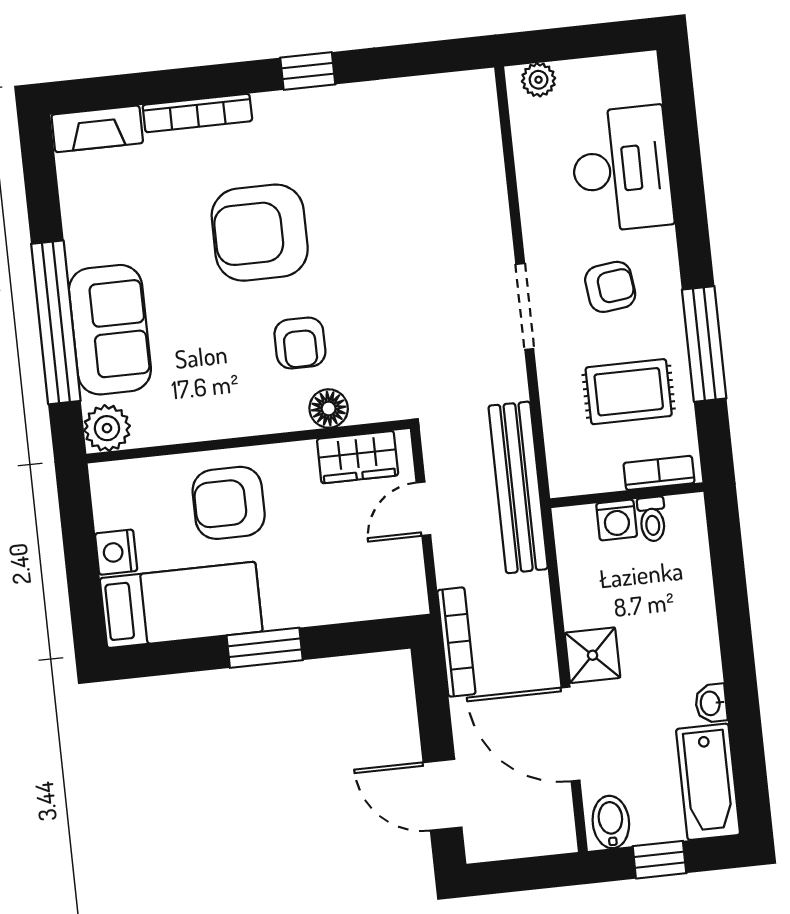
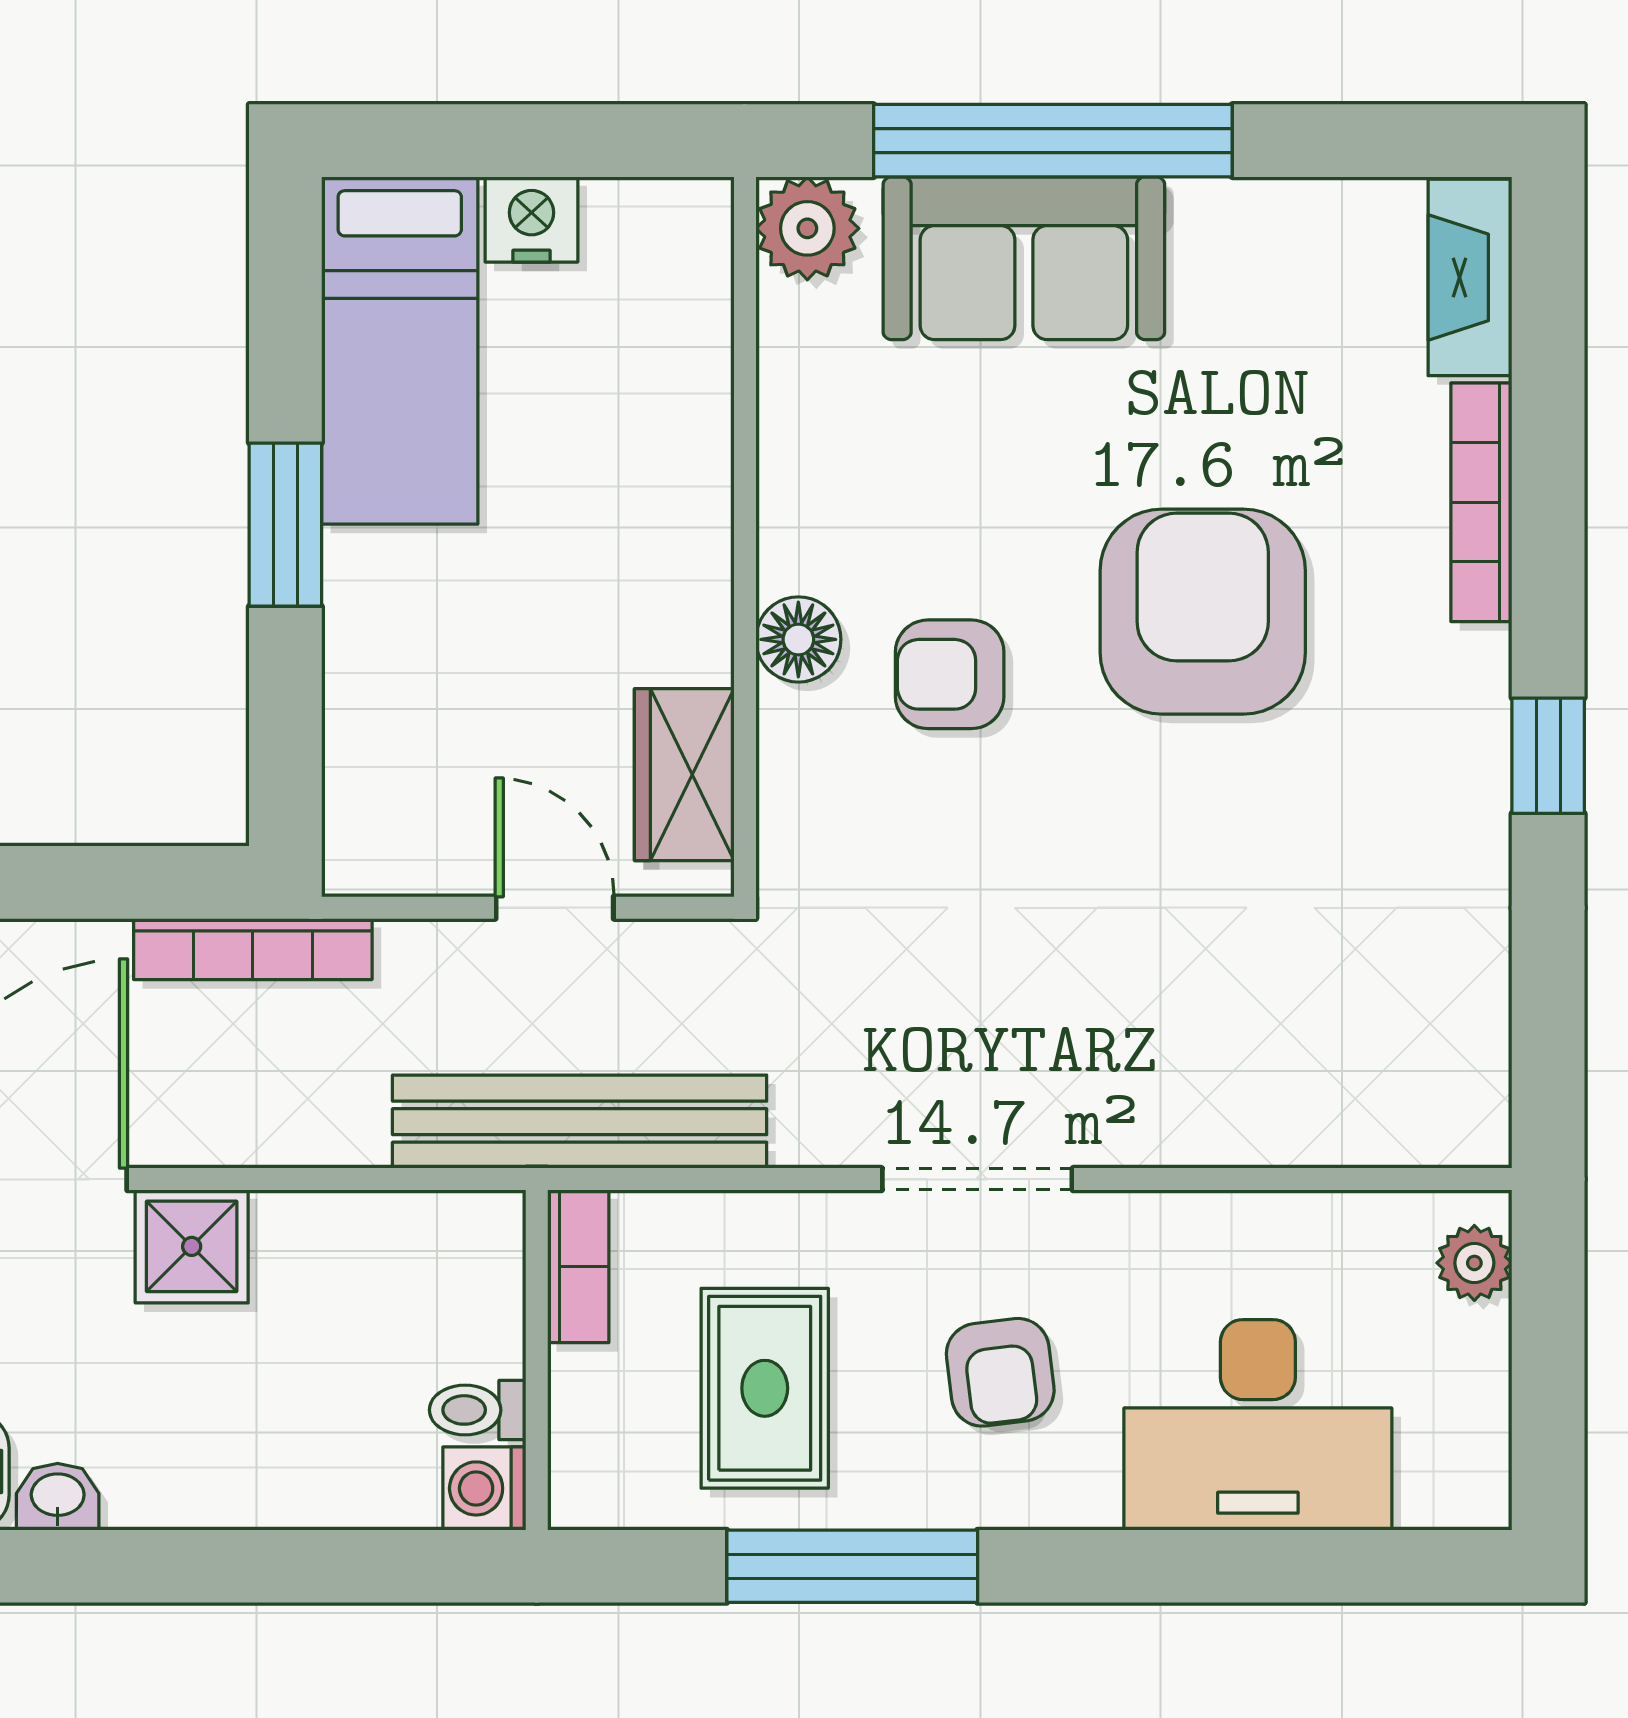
floor lamp: (329, 408) -> (798, 639), moved
bookcase: (659, 473) -> (578, 1266), moved
armchair: (229, 503) -> (614, 479), removed
washing machine: (617, 520) -> (484, 1488), moved

